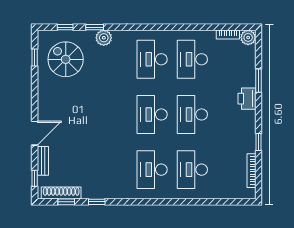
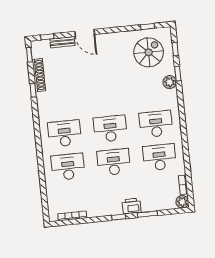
window: (258, 142) -> (119, 217), moved
shoe rack: (61, 193) -> (39, 75), moved
window: (66, 202) -> (29, 55), moved

